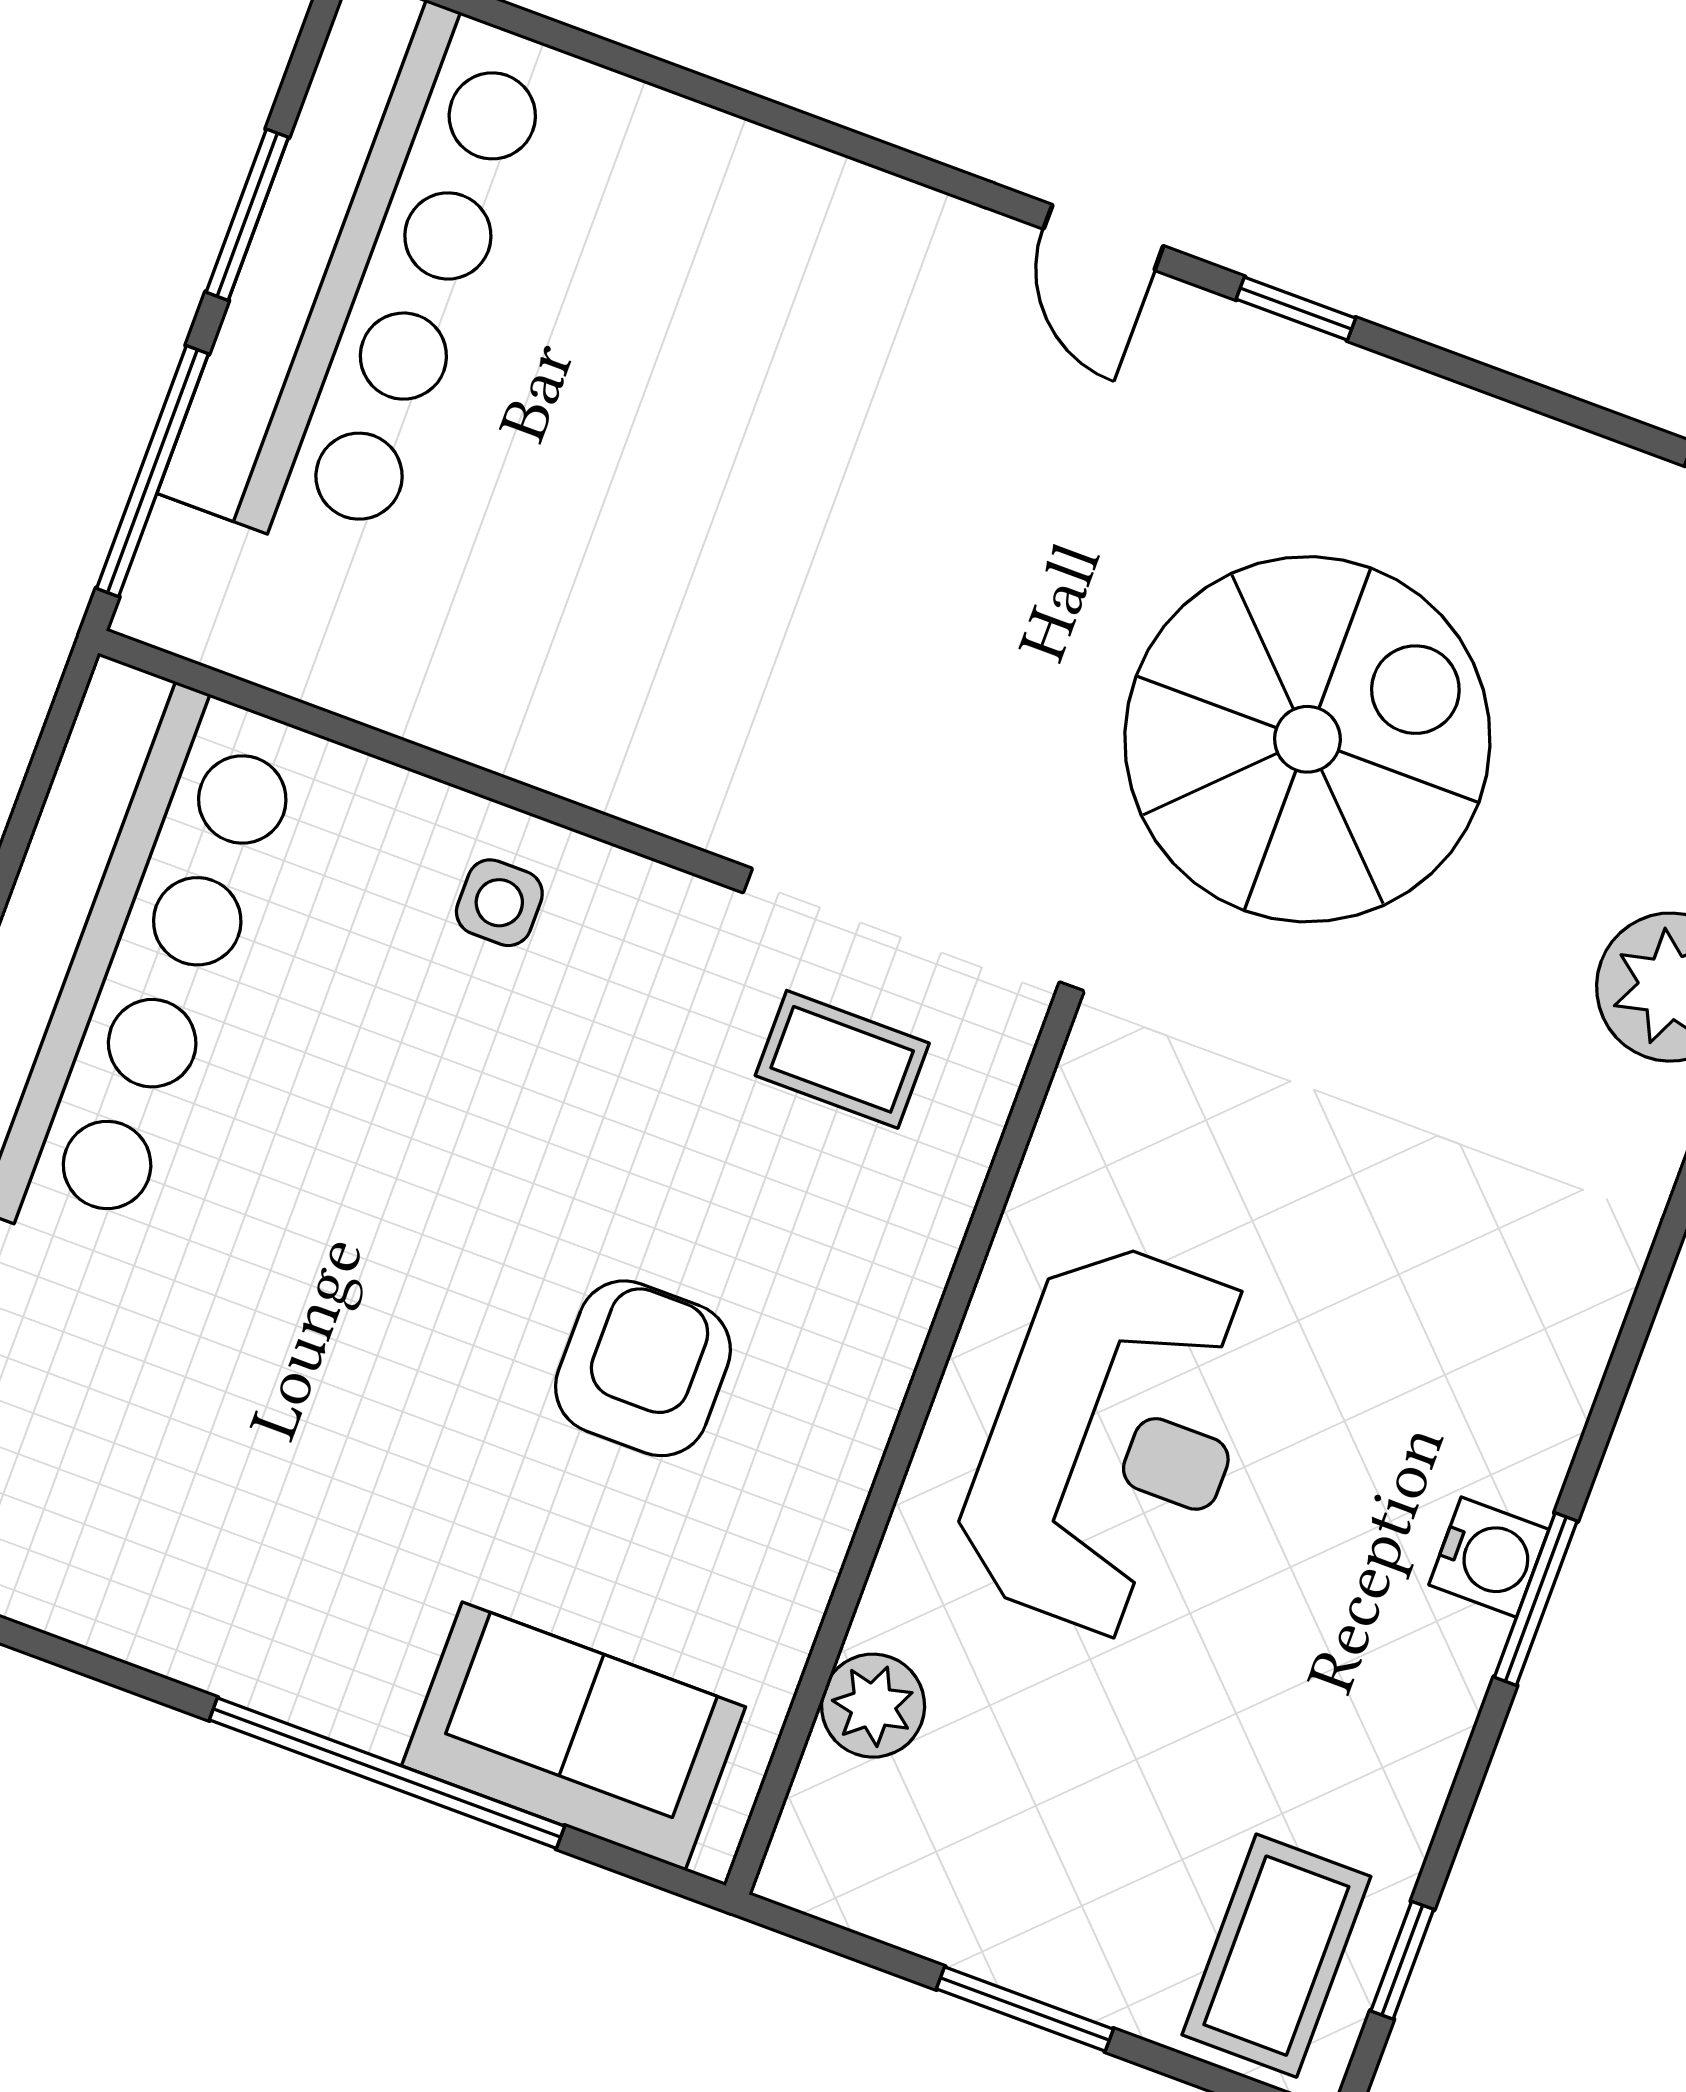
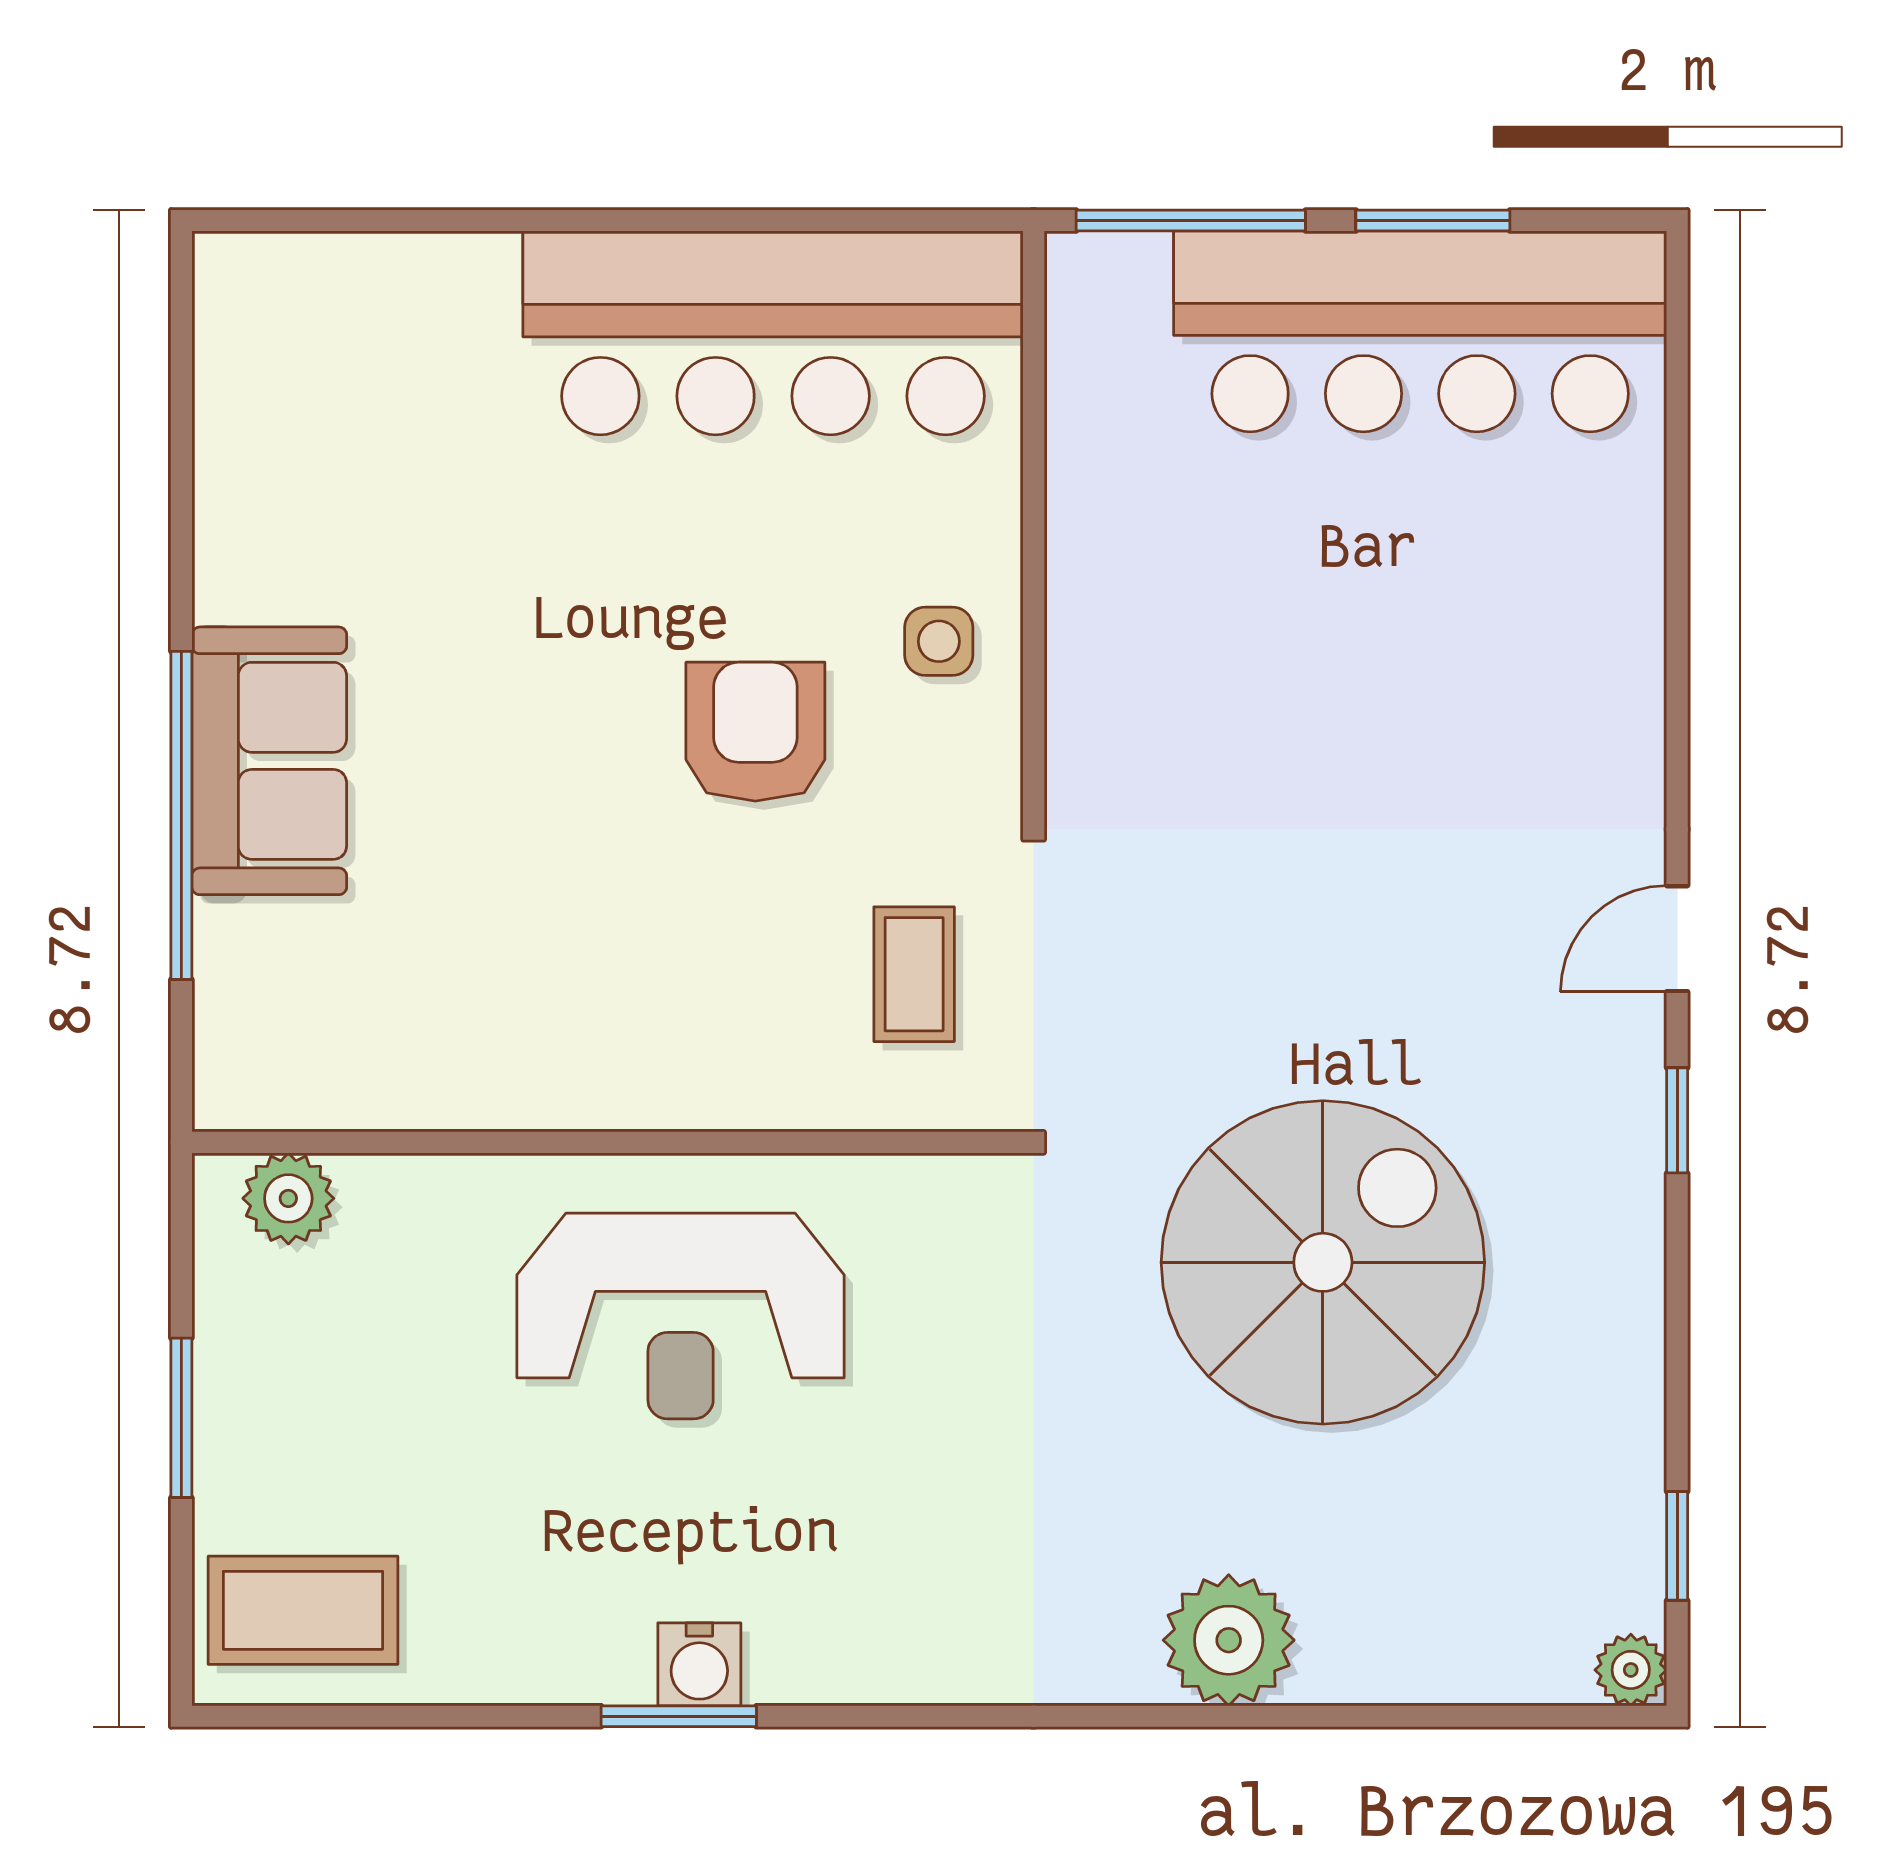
spiral stairs: (1307, 739) -> (1323, 1262), turned -90
armchair: (643, 1368) -> (755, 732), moved, turned -90
plant: (873, 1706) -> (288, 1198), moved
sofa: (574, 1736) -> (269, 761), moved
window: (1402, 1960) -> (338, 1716), removed

